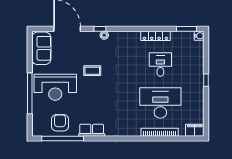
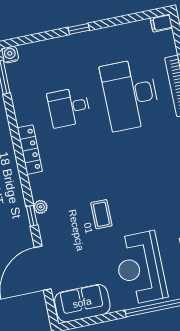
locker: (155, 36) -> (30, 150), moved
reception desk: (55, 87) -> (140, 268), turned 180
filing cabinet: (195, 130) -> (161, 23), width x0.50

